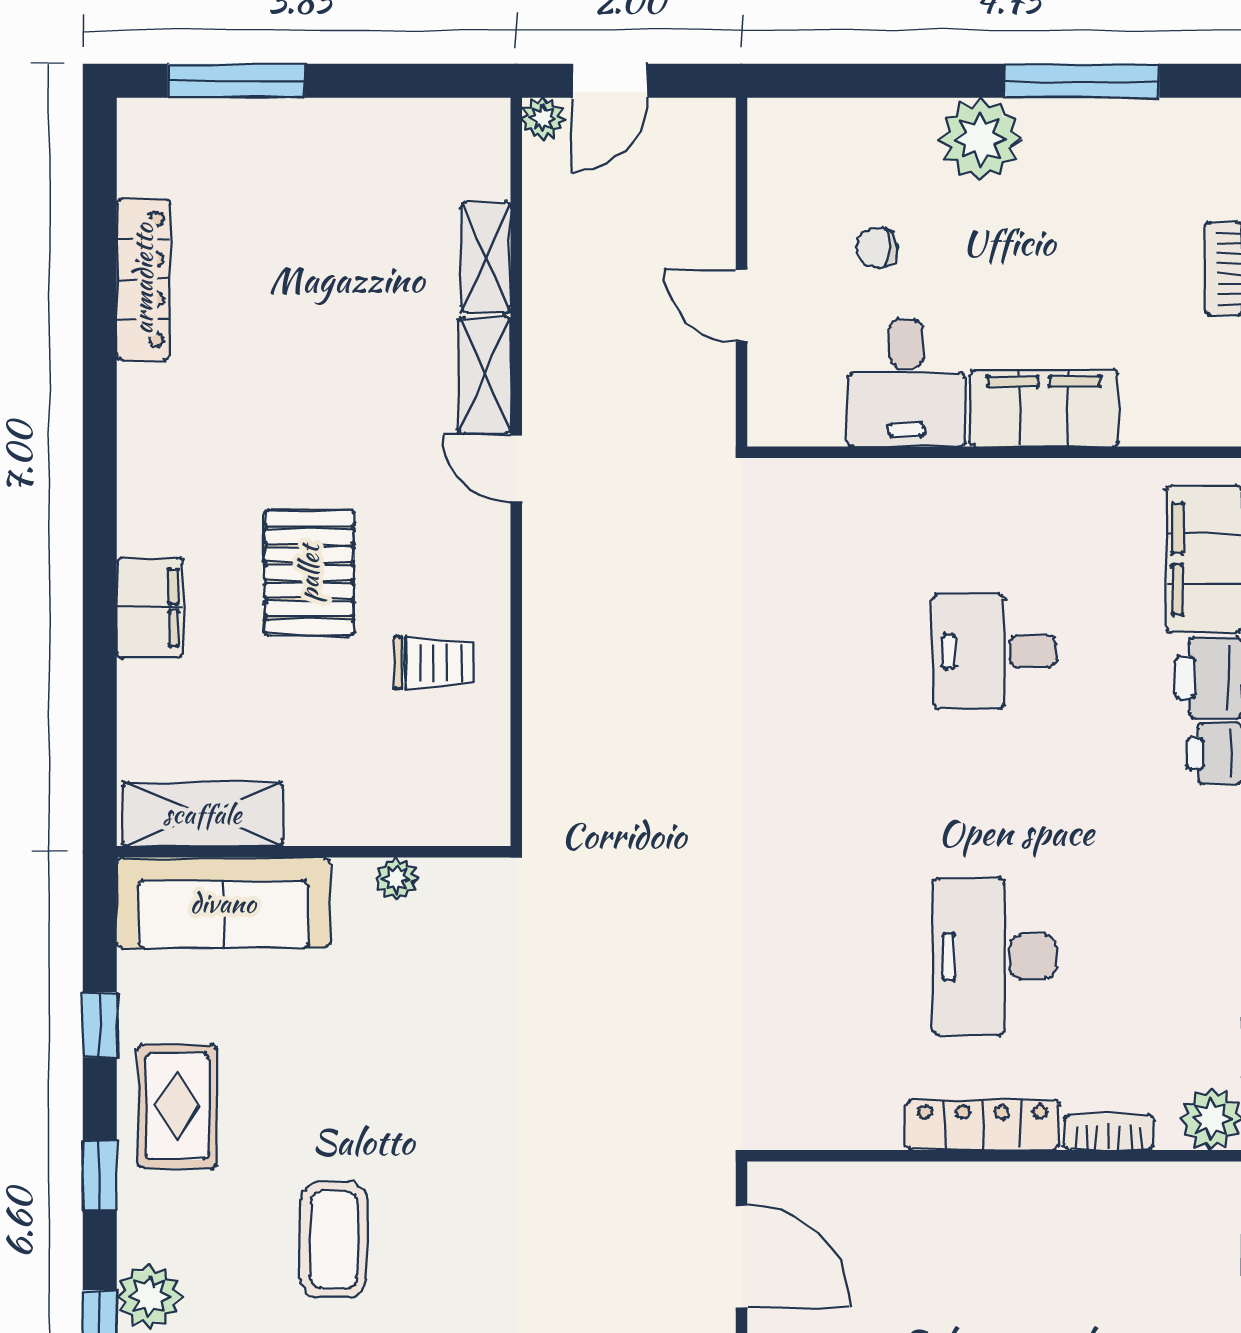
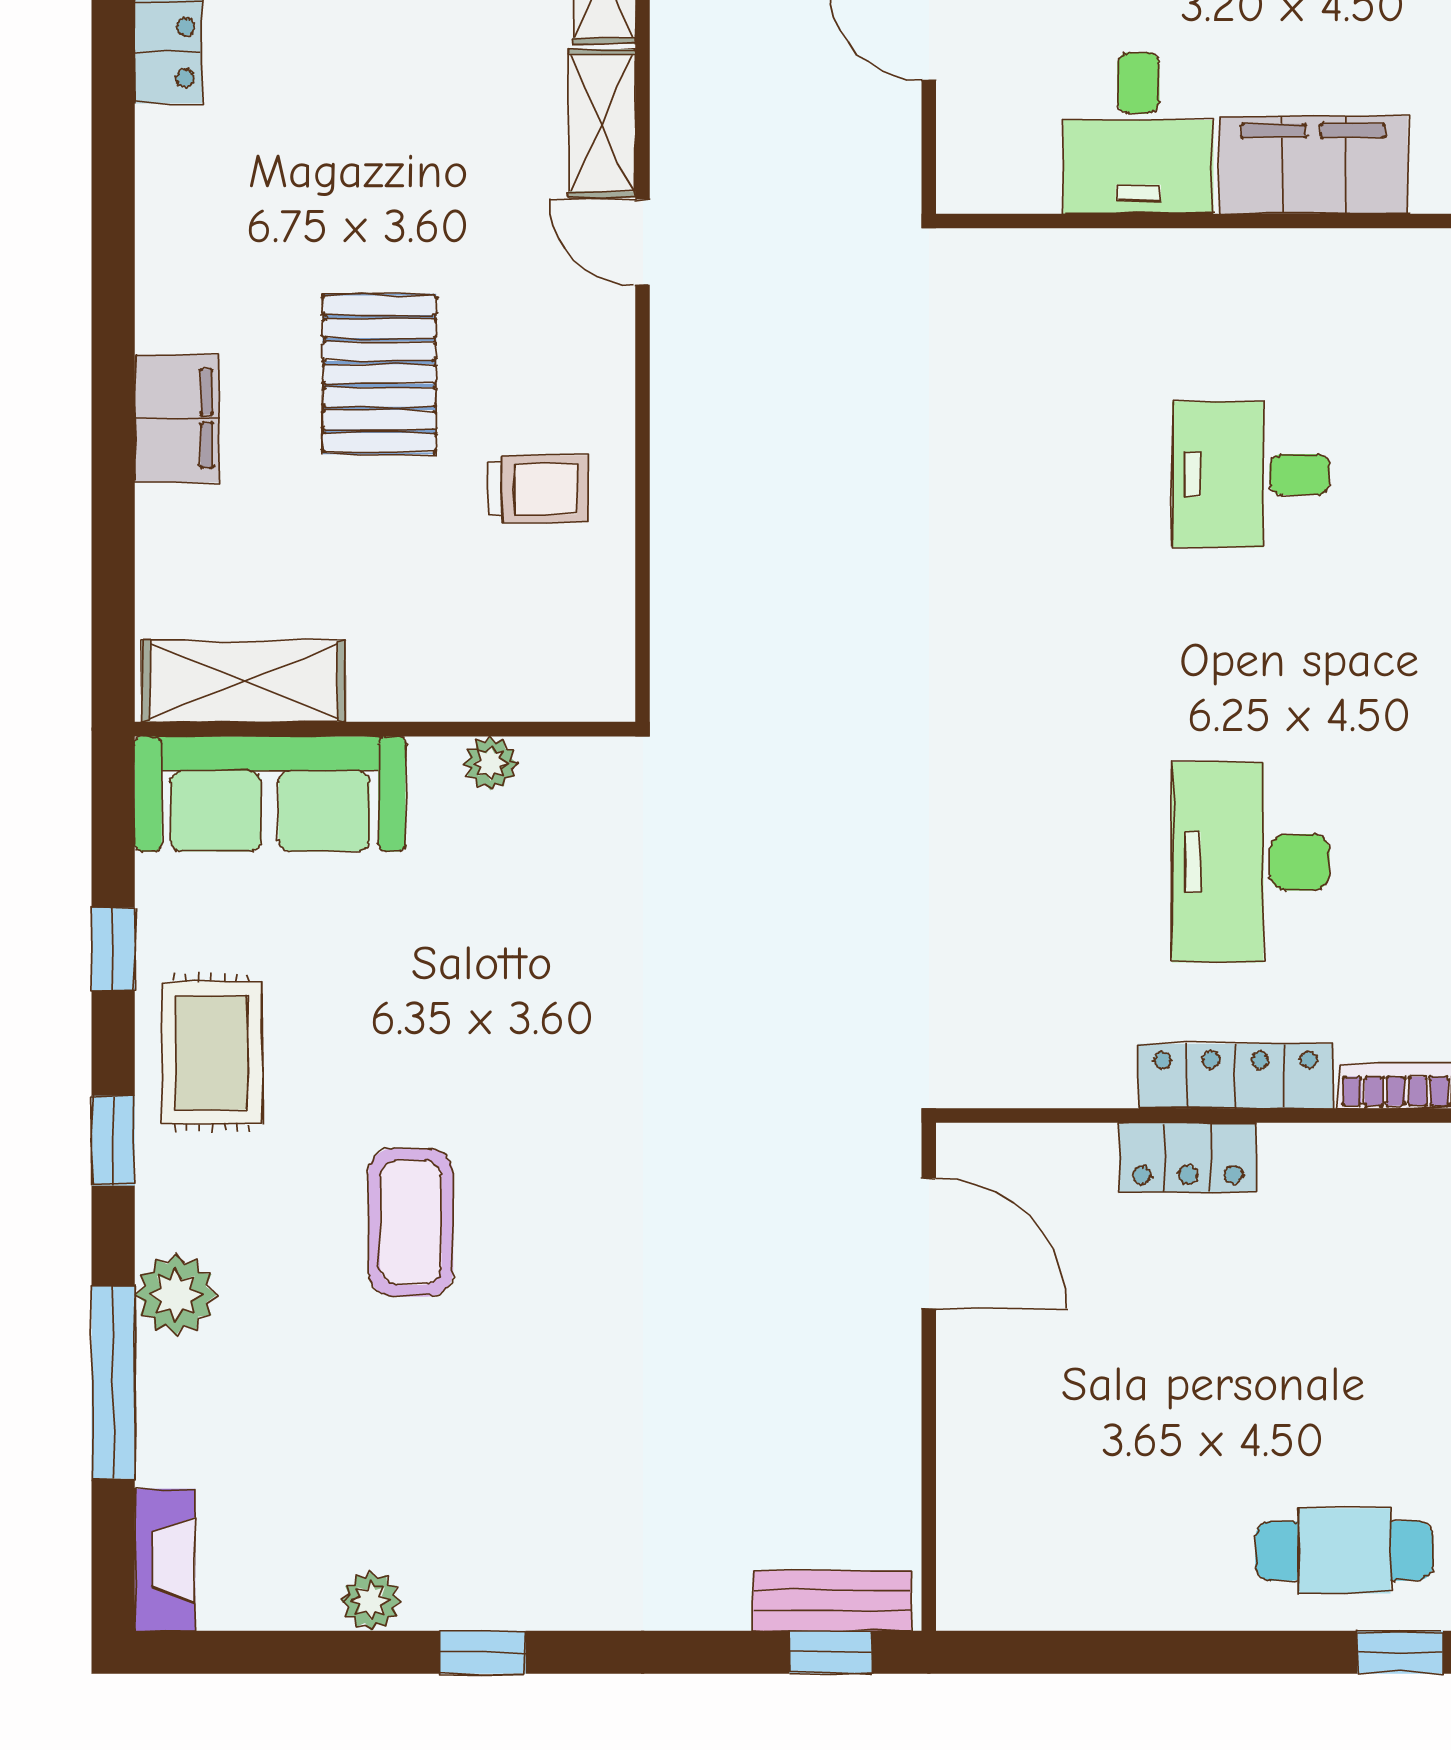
locker: (945, 1189) -> (1188, 1157), added

